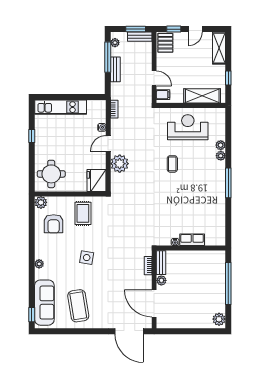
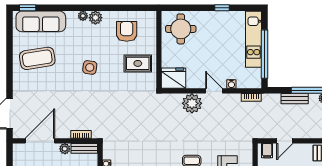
window: (74, 97) -> (265, 54), added
plant: (41, 202) -> (95, 18), moved
armchair: (54, 224) -> (127, 31), turned 90

